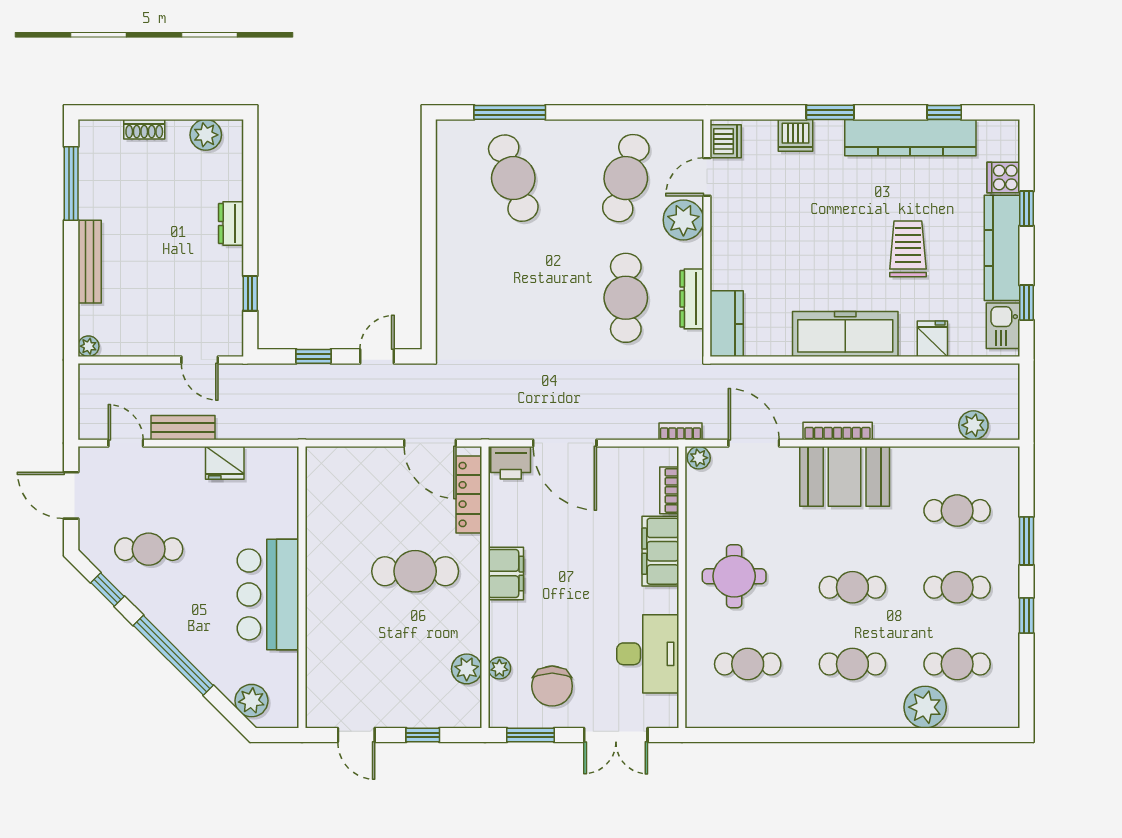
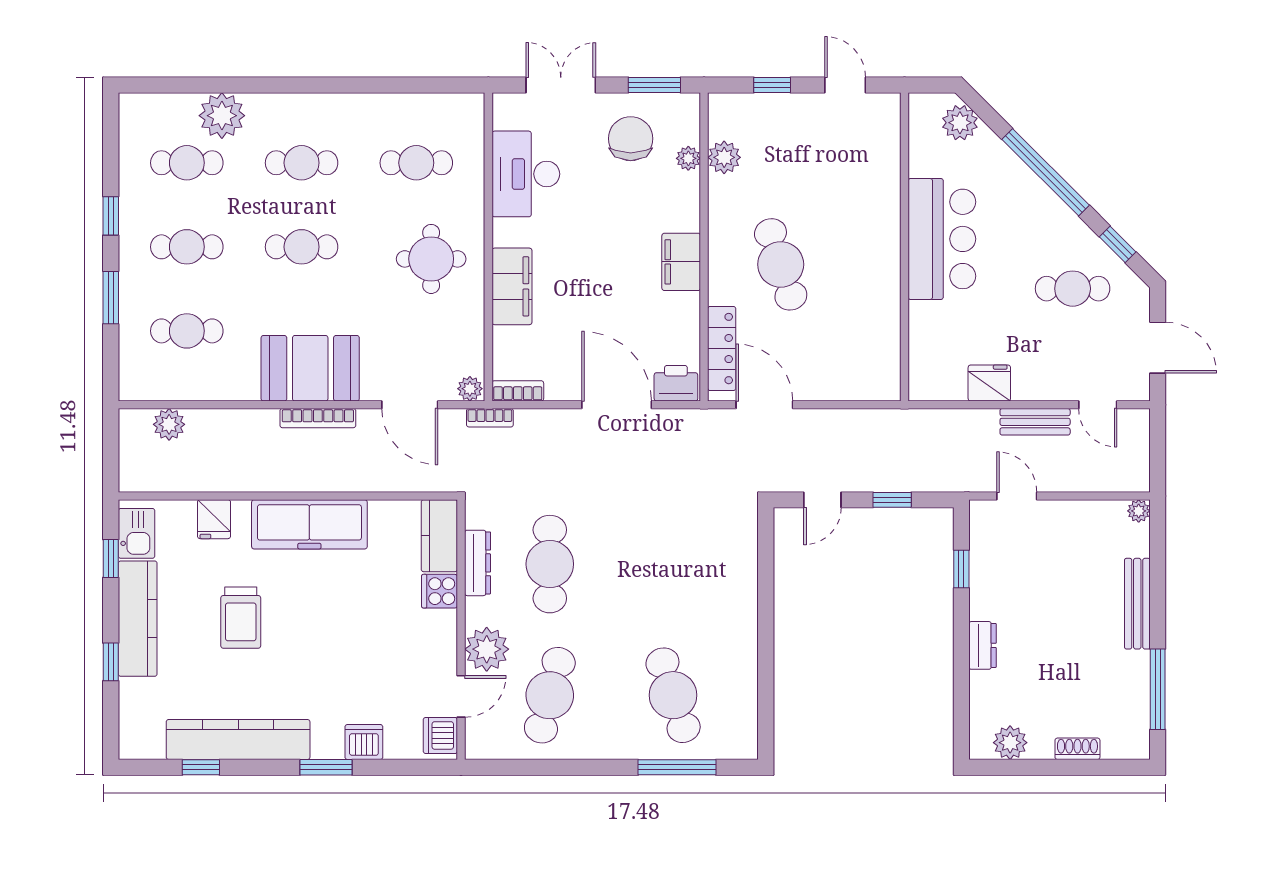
cooker: (1003, 178) -> (440, 591), moved, turned 180
bookcase: (669, 490) -> (518, 391), moved, turned -90
cafe table: (415, 571) -> (781, 264), turned 72

